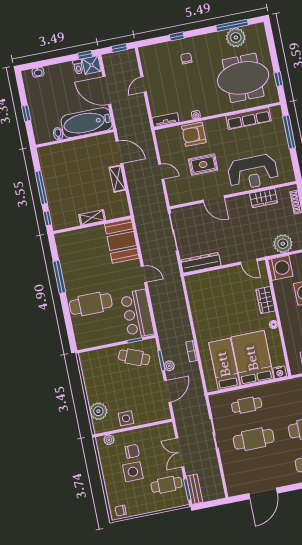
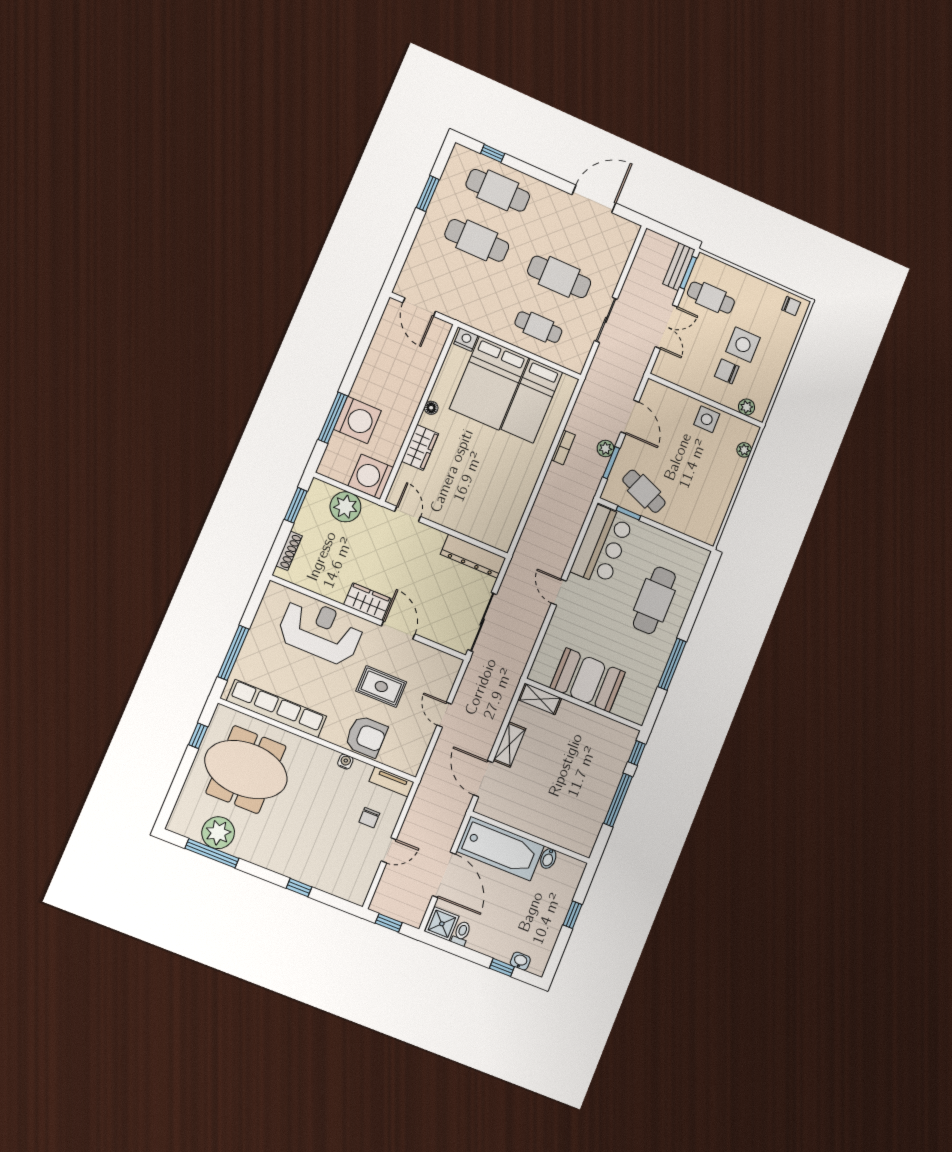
window: (85, 55) -> (502, 967), moved
chair: (186, 59) -> (369, 818), moved
row of seats: (249, 118) -> (276, 709), width x1.36
wardrobe: (263, 198) -> (367, 602), moved
shelving: (92, 218) -> (540, 699), moved
booth: (122, 241) -> (588, 680), moved, turned 90
cafe table: (91, 304) -> (654, 600), turned 90
door: (168, 391) -> (630, 417), swing flipped
plant: (98, 411) -> (744, 450), width x0.53, depth x0.53

